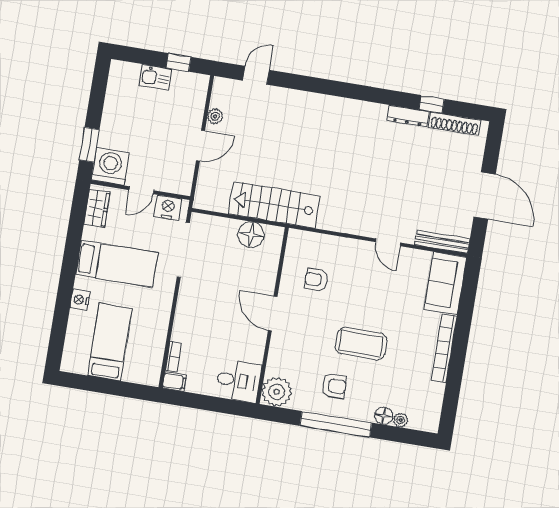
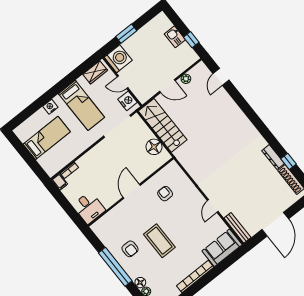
door: (256, 75) -> (221, 77), swing flipped
window: (89, 145) -> (126, 34), moved
stairs: (274, 205) -> (163, 125), moved
plant: (277, 392) -> (102, 228), removed

